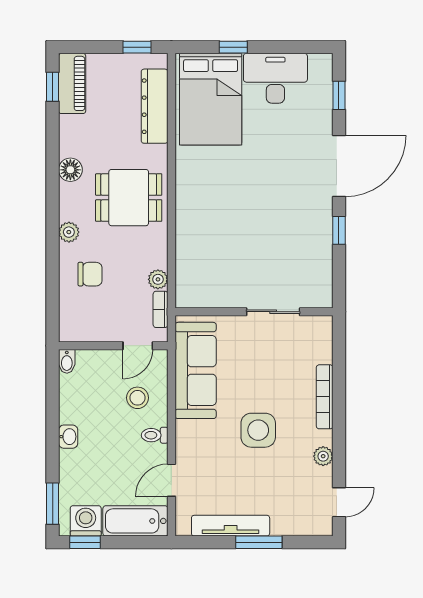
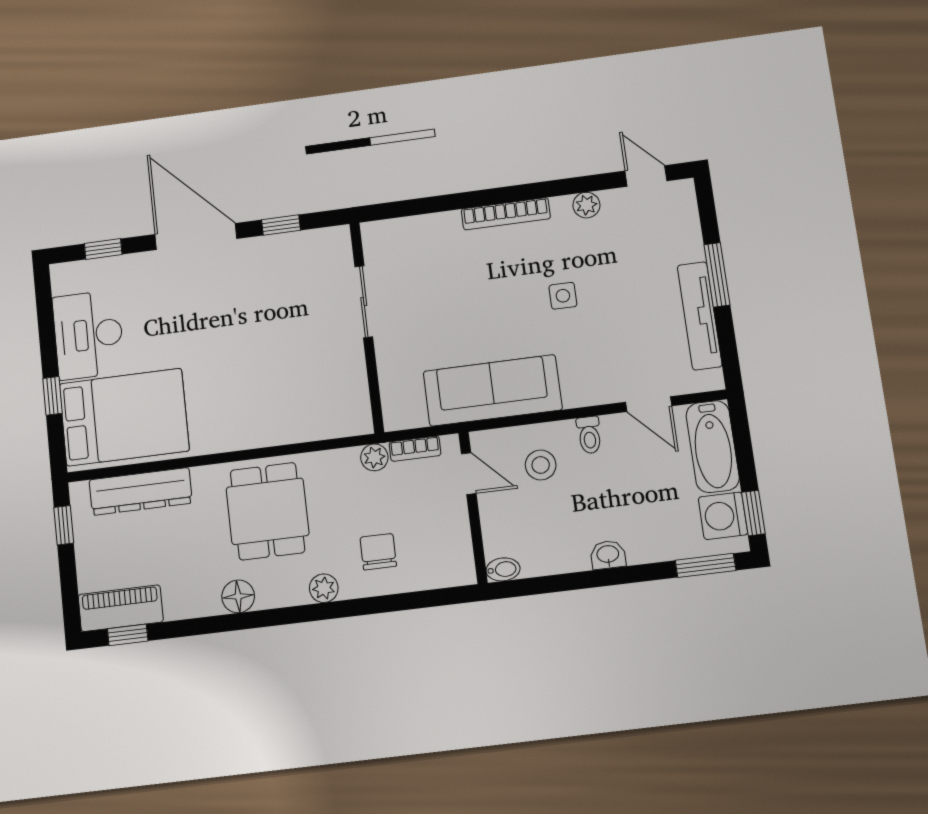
wall: (254, 312) -> (367, 327), moved
sliding door: (273, 312) -> (364, 302), moved
side table: (258, 430) -> (563, 296), width x0.54, depth x0.54

